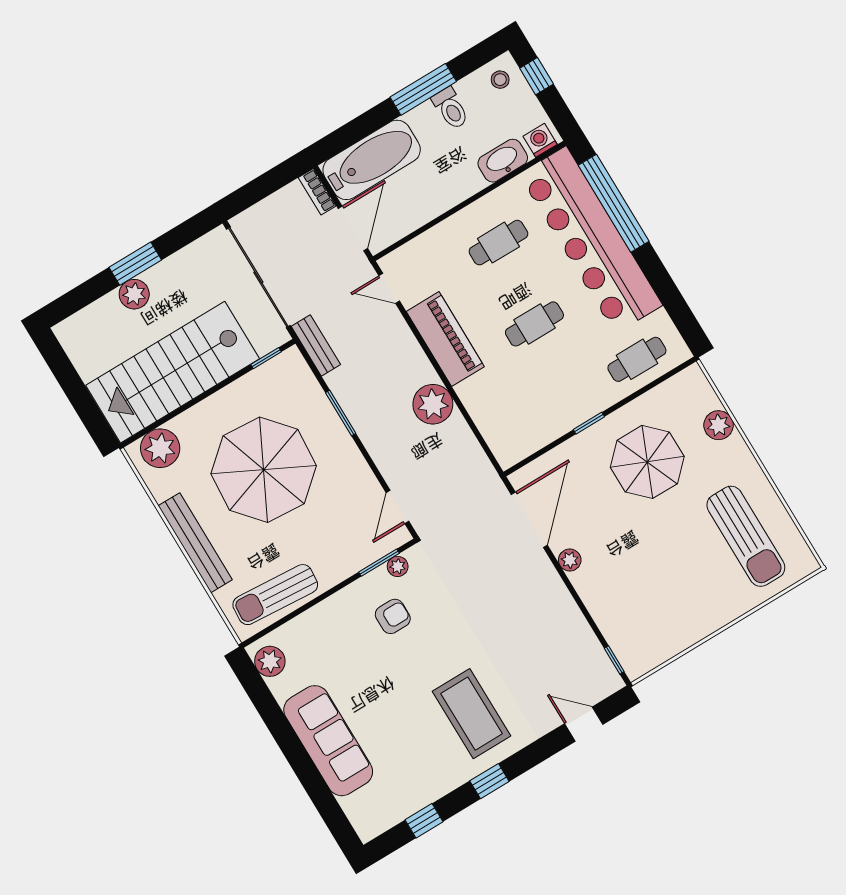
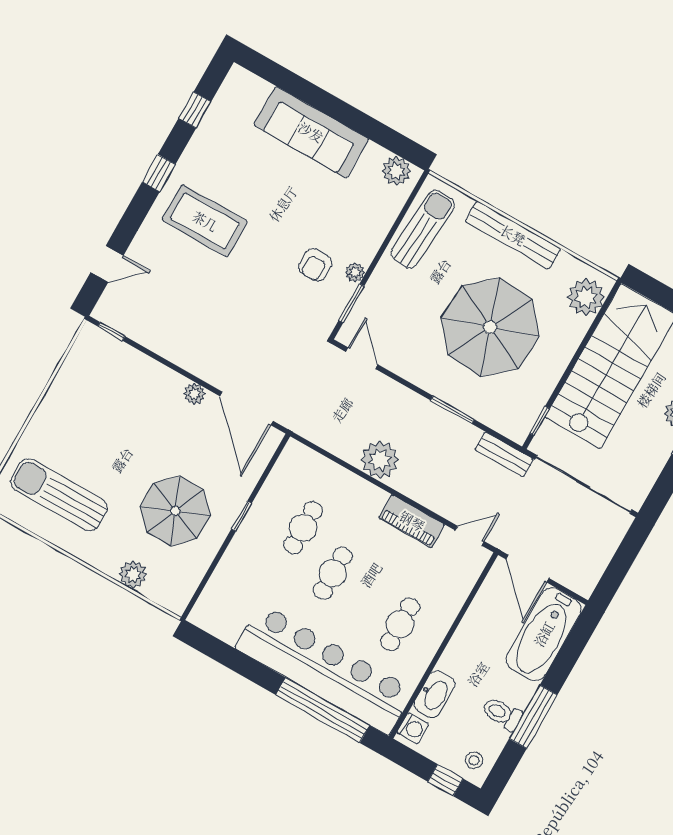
bookcase: (317, 192) -> (574, 583), removed
piano: (445, 339) -> (412, 521), width x0.73, depth x0.75
cafe table: (637, 359) -> (303, 528), moved
plant: (398, 566) -> (355, 272), moved

